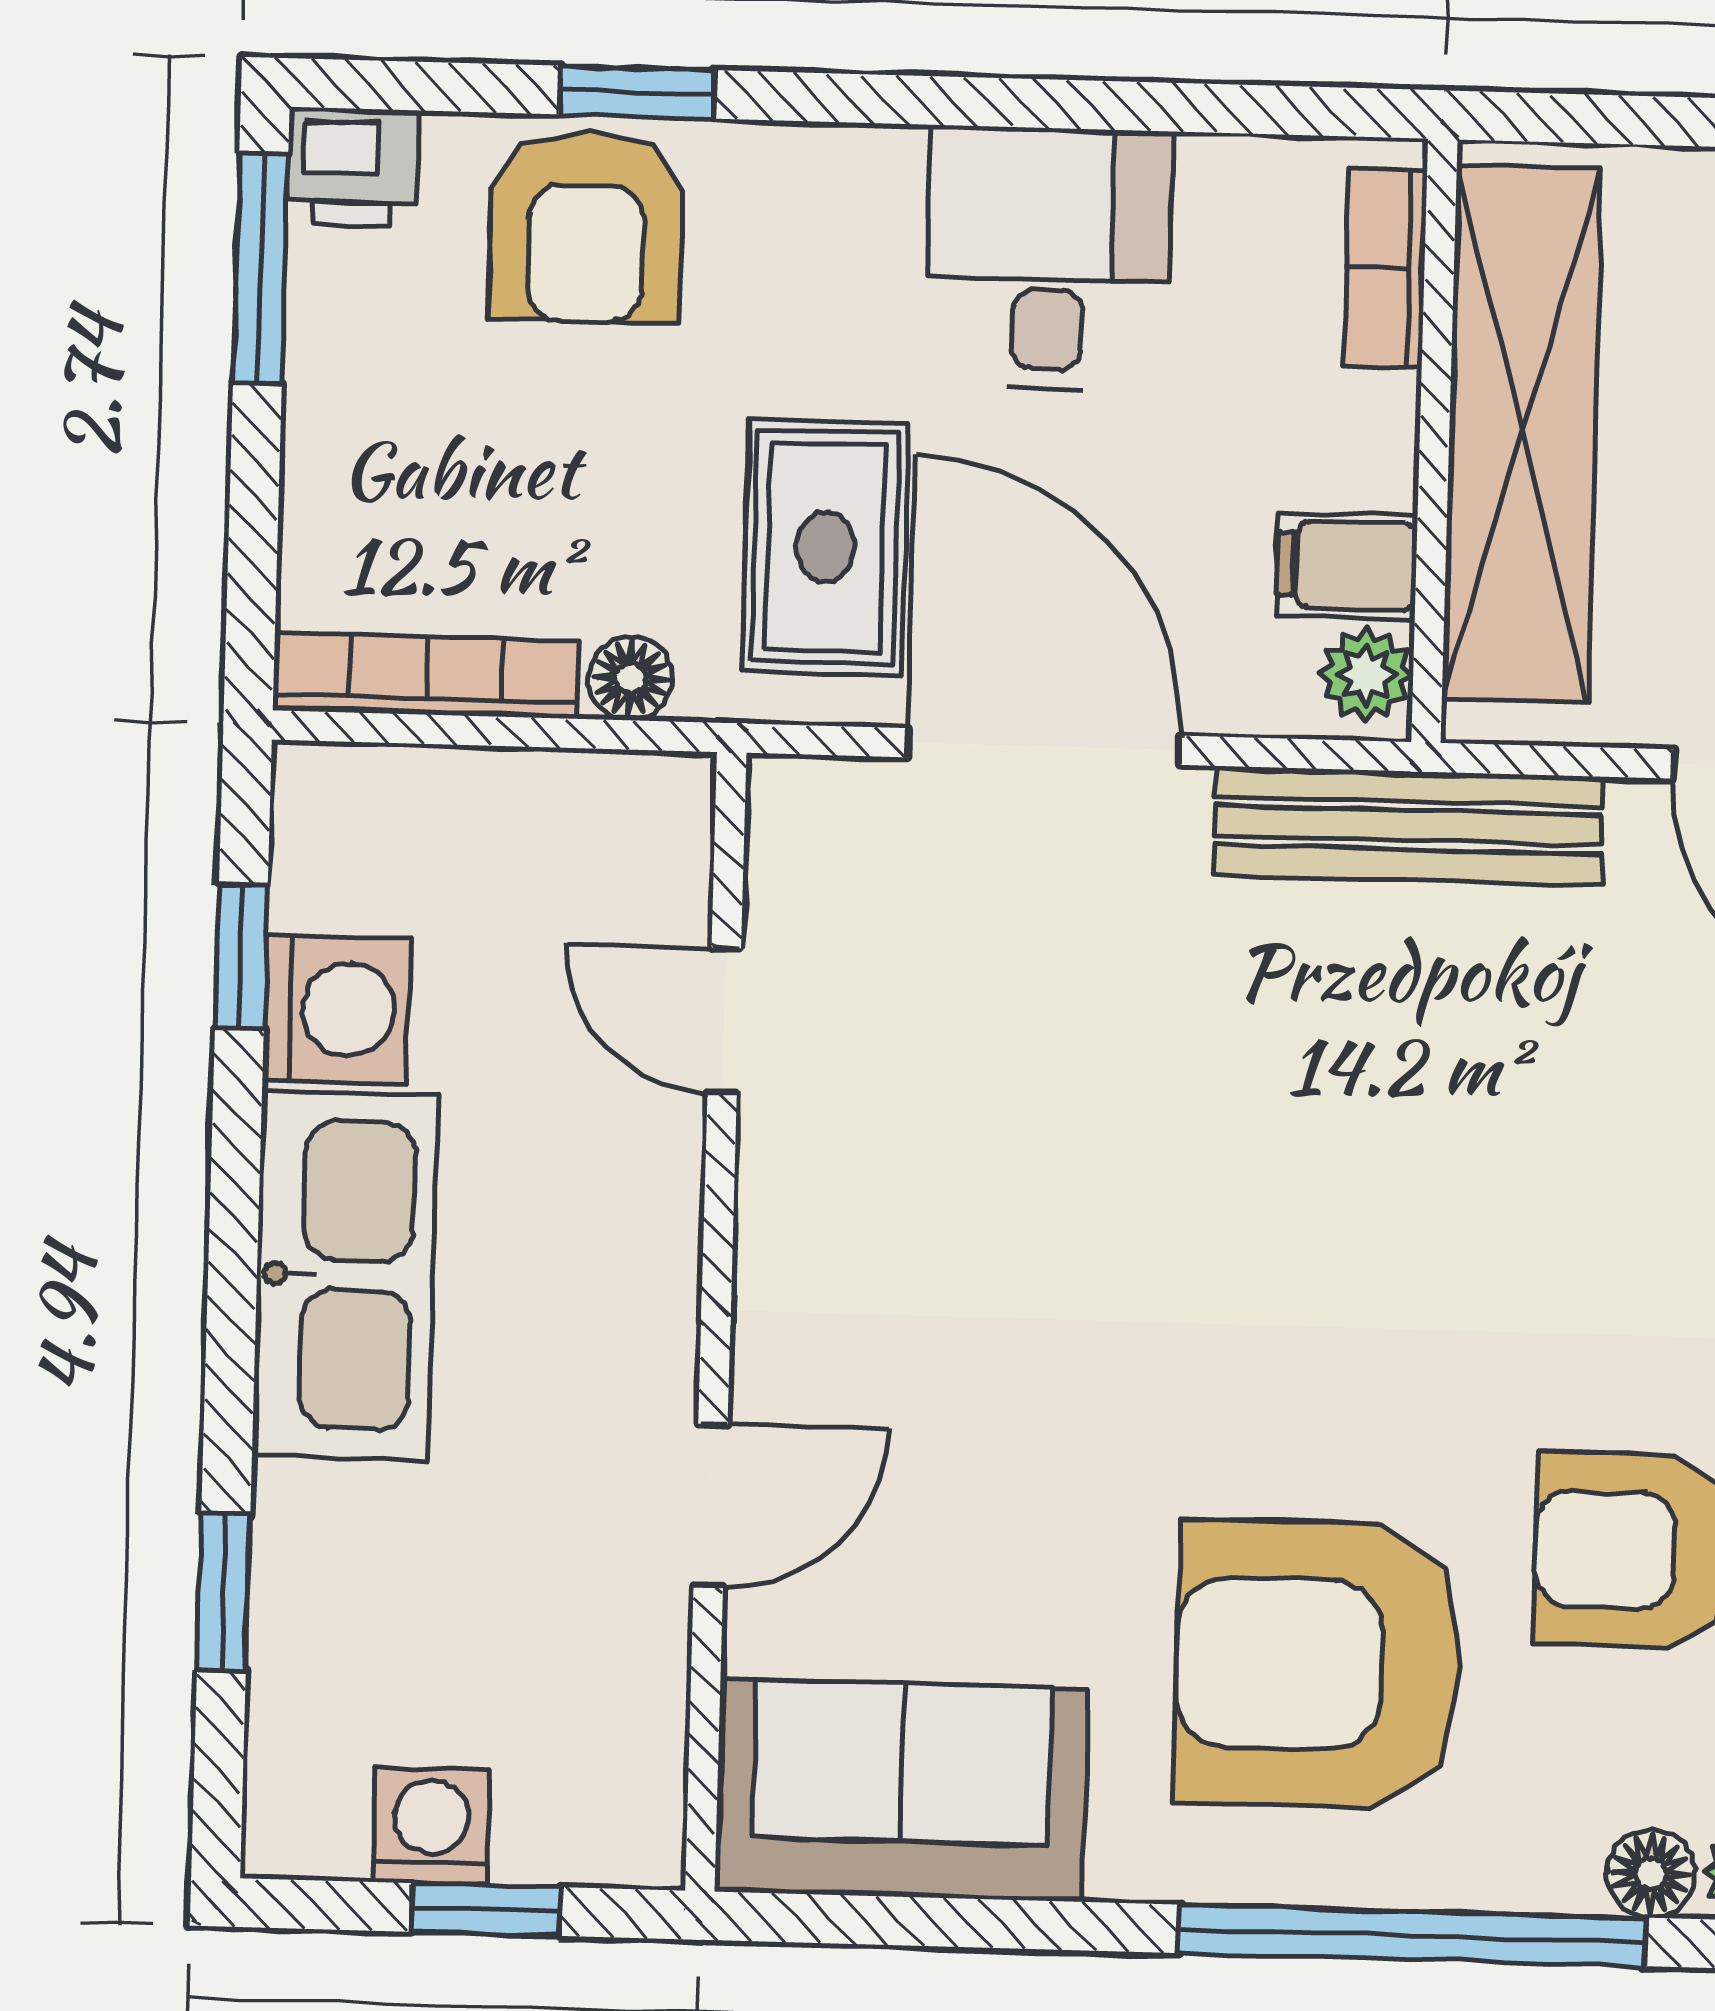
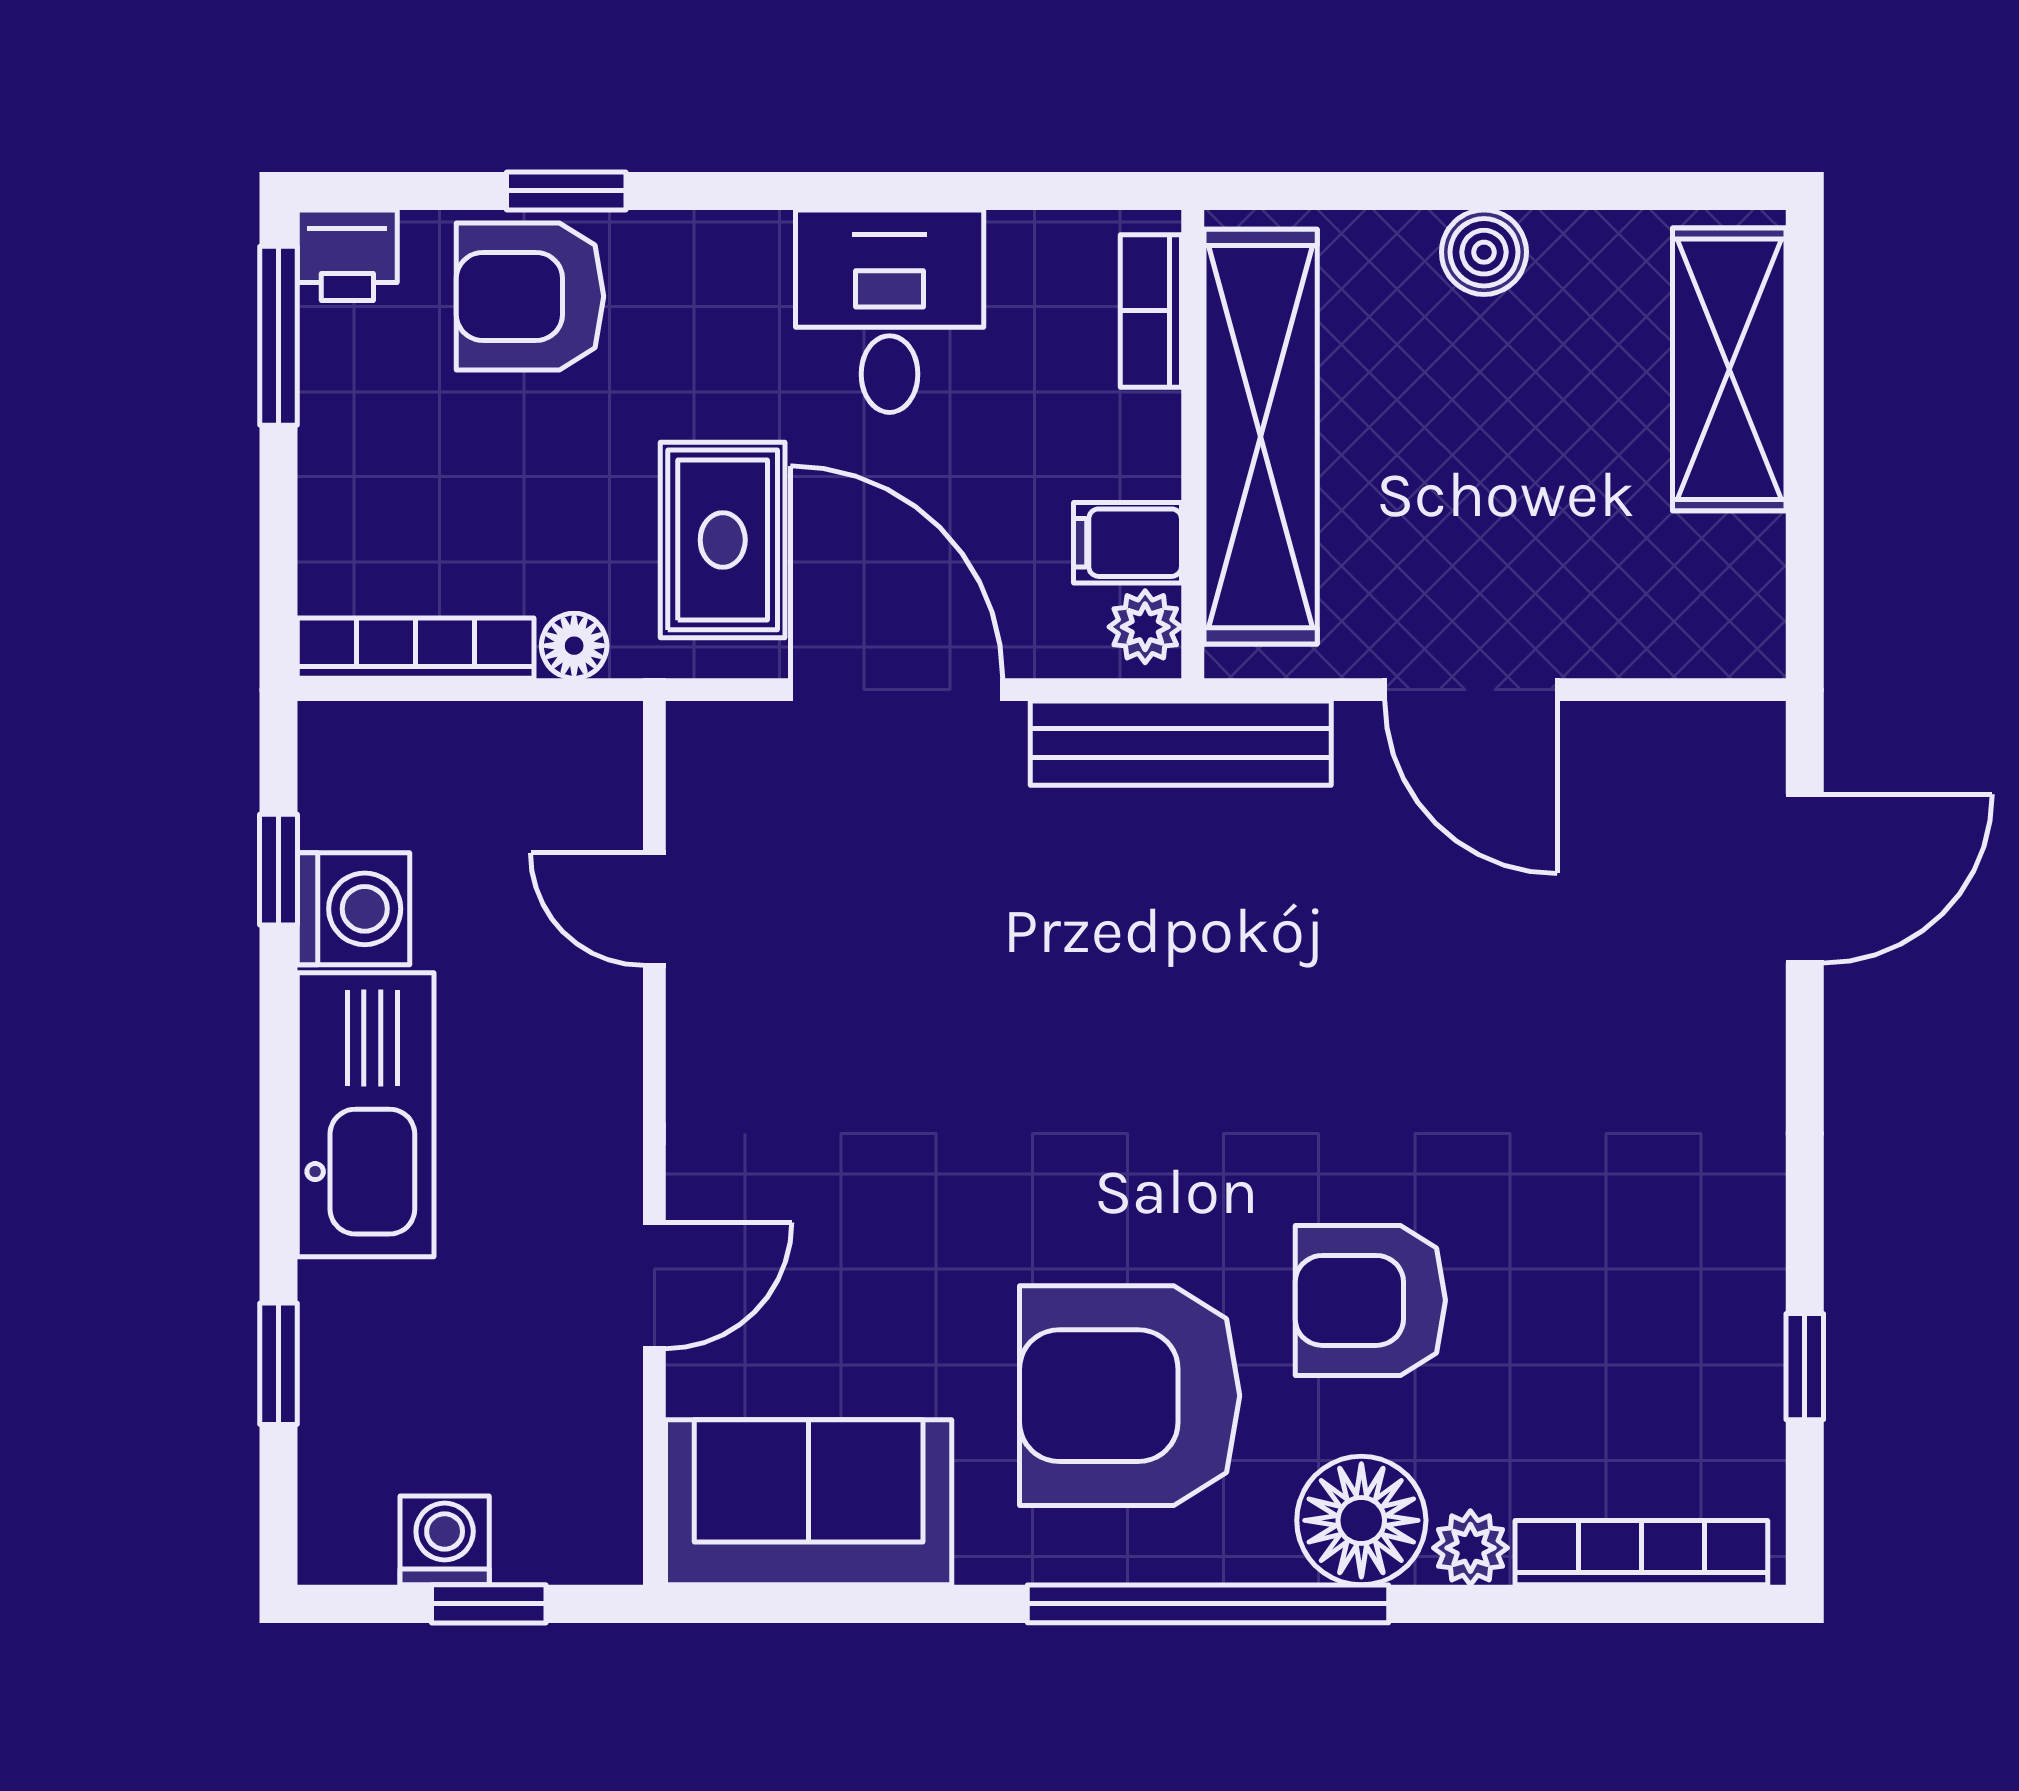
armchair: (586, 227) -> (530, 296), turned 90
floor lamp: (1651, 1874) -> (1361, 1520), width x1.89, depth x1.89

